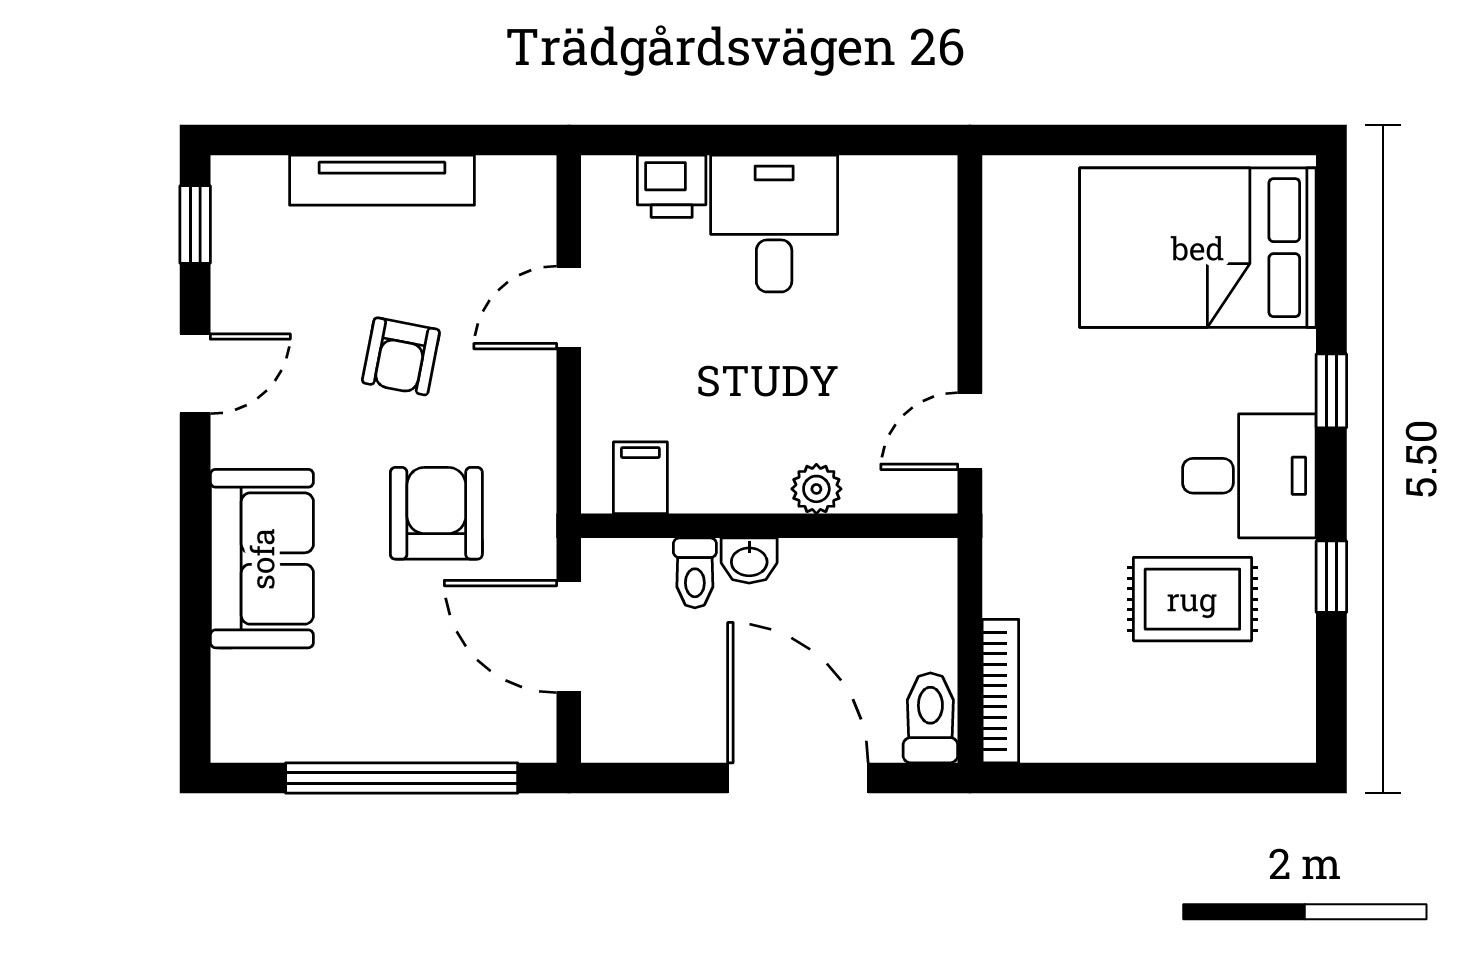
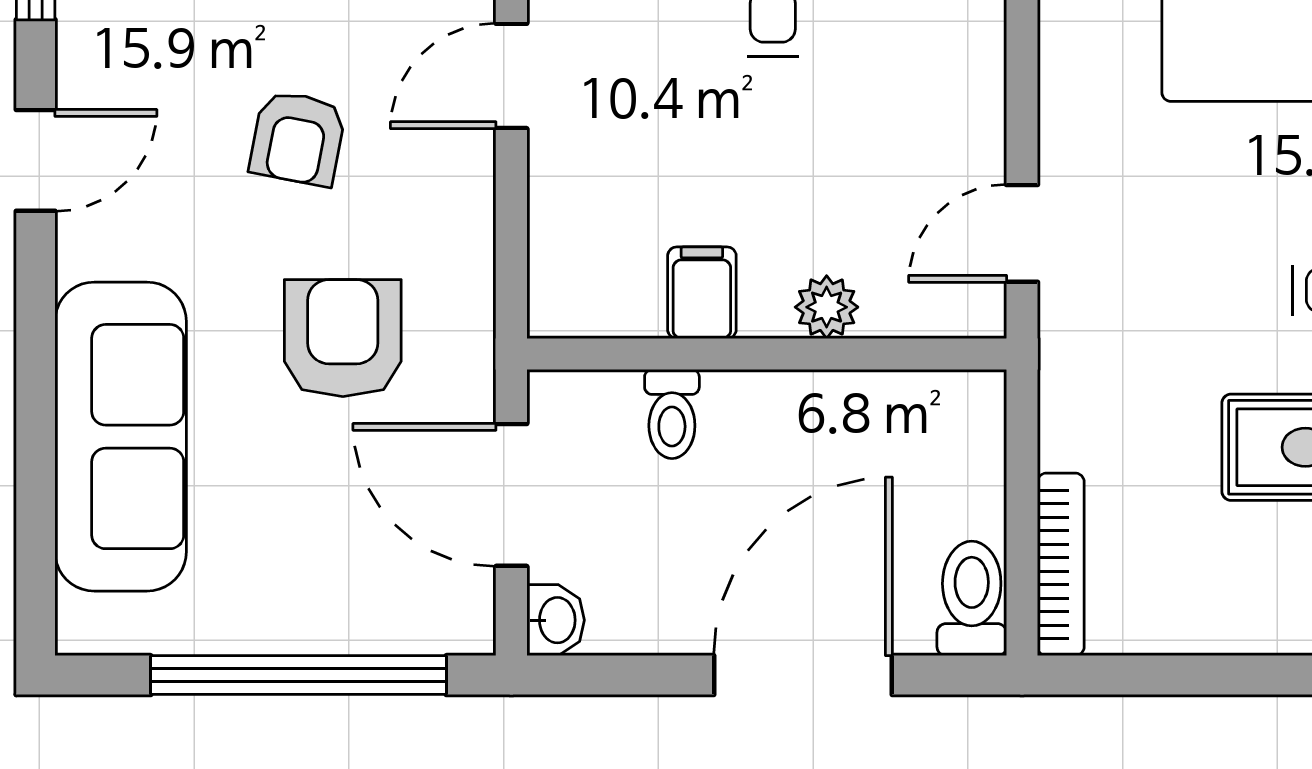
filing cabinet: (640, 478) -> (702, 293), moved
sofa: (262, 559) -> (121, 437), width x1.36
washbasin: (749, 561) -> (556, 620), moved, turned -90
door: (798, 778) -> (803, 675), hinge flipped

